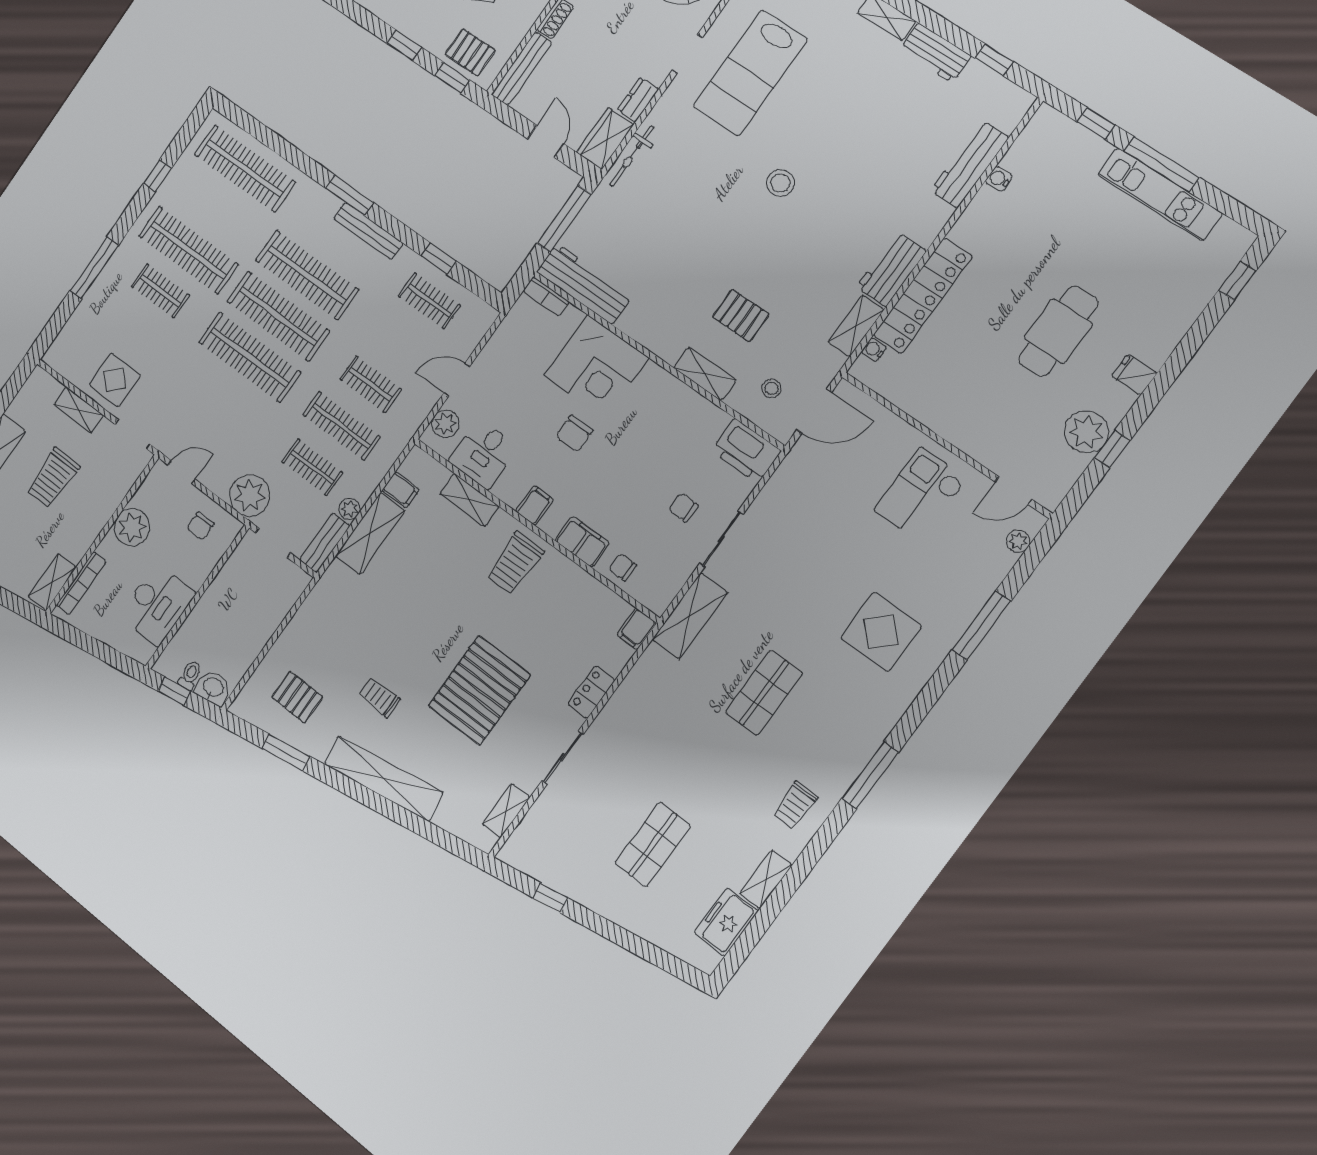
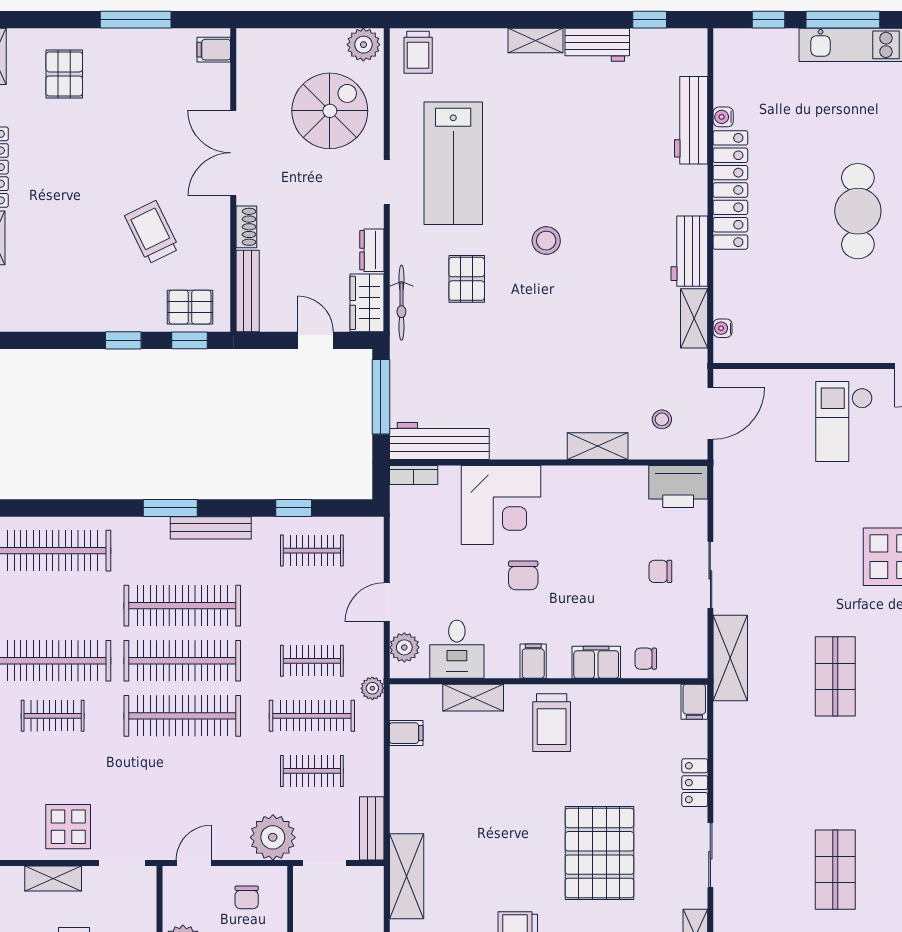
locker: (923, 296) -> (730, 190), moved
pallet: (741, 316) -> (467, 279), moved, turned 90
plant: (349, 509) -> (372, 688), moved
shelving: (370, 533) -> (407, 876), moved

